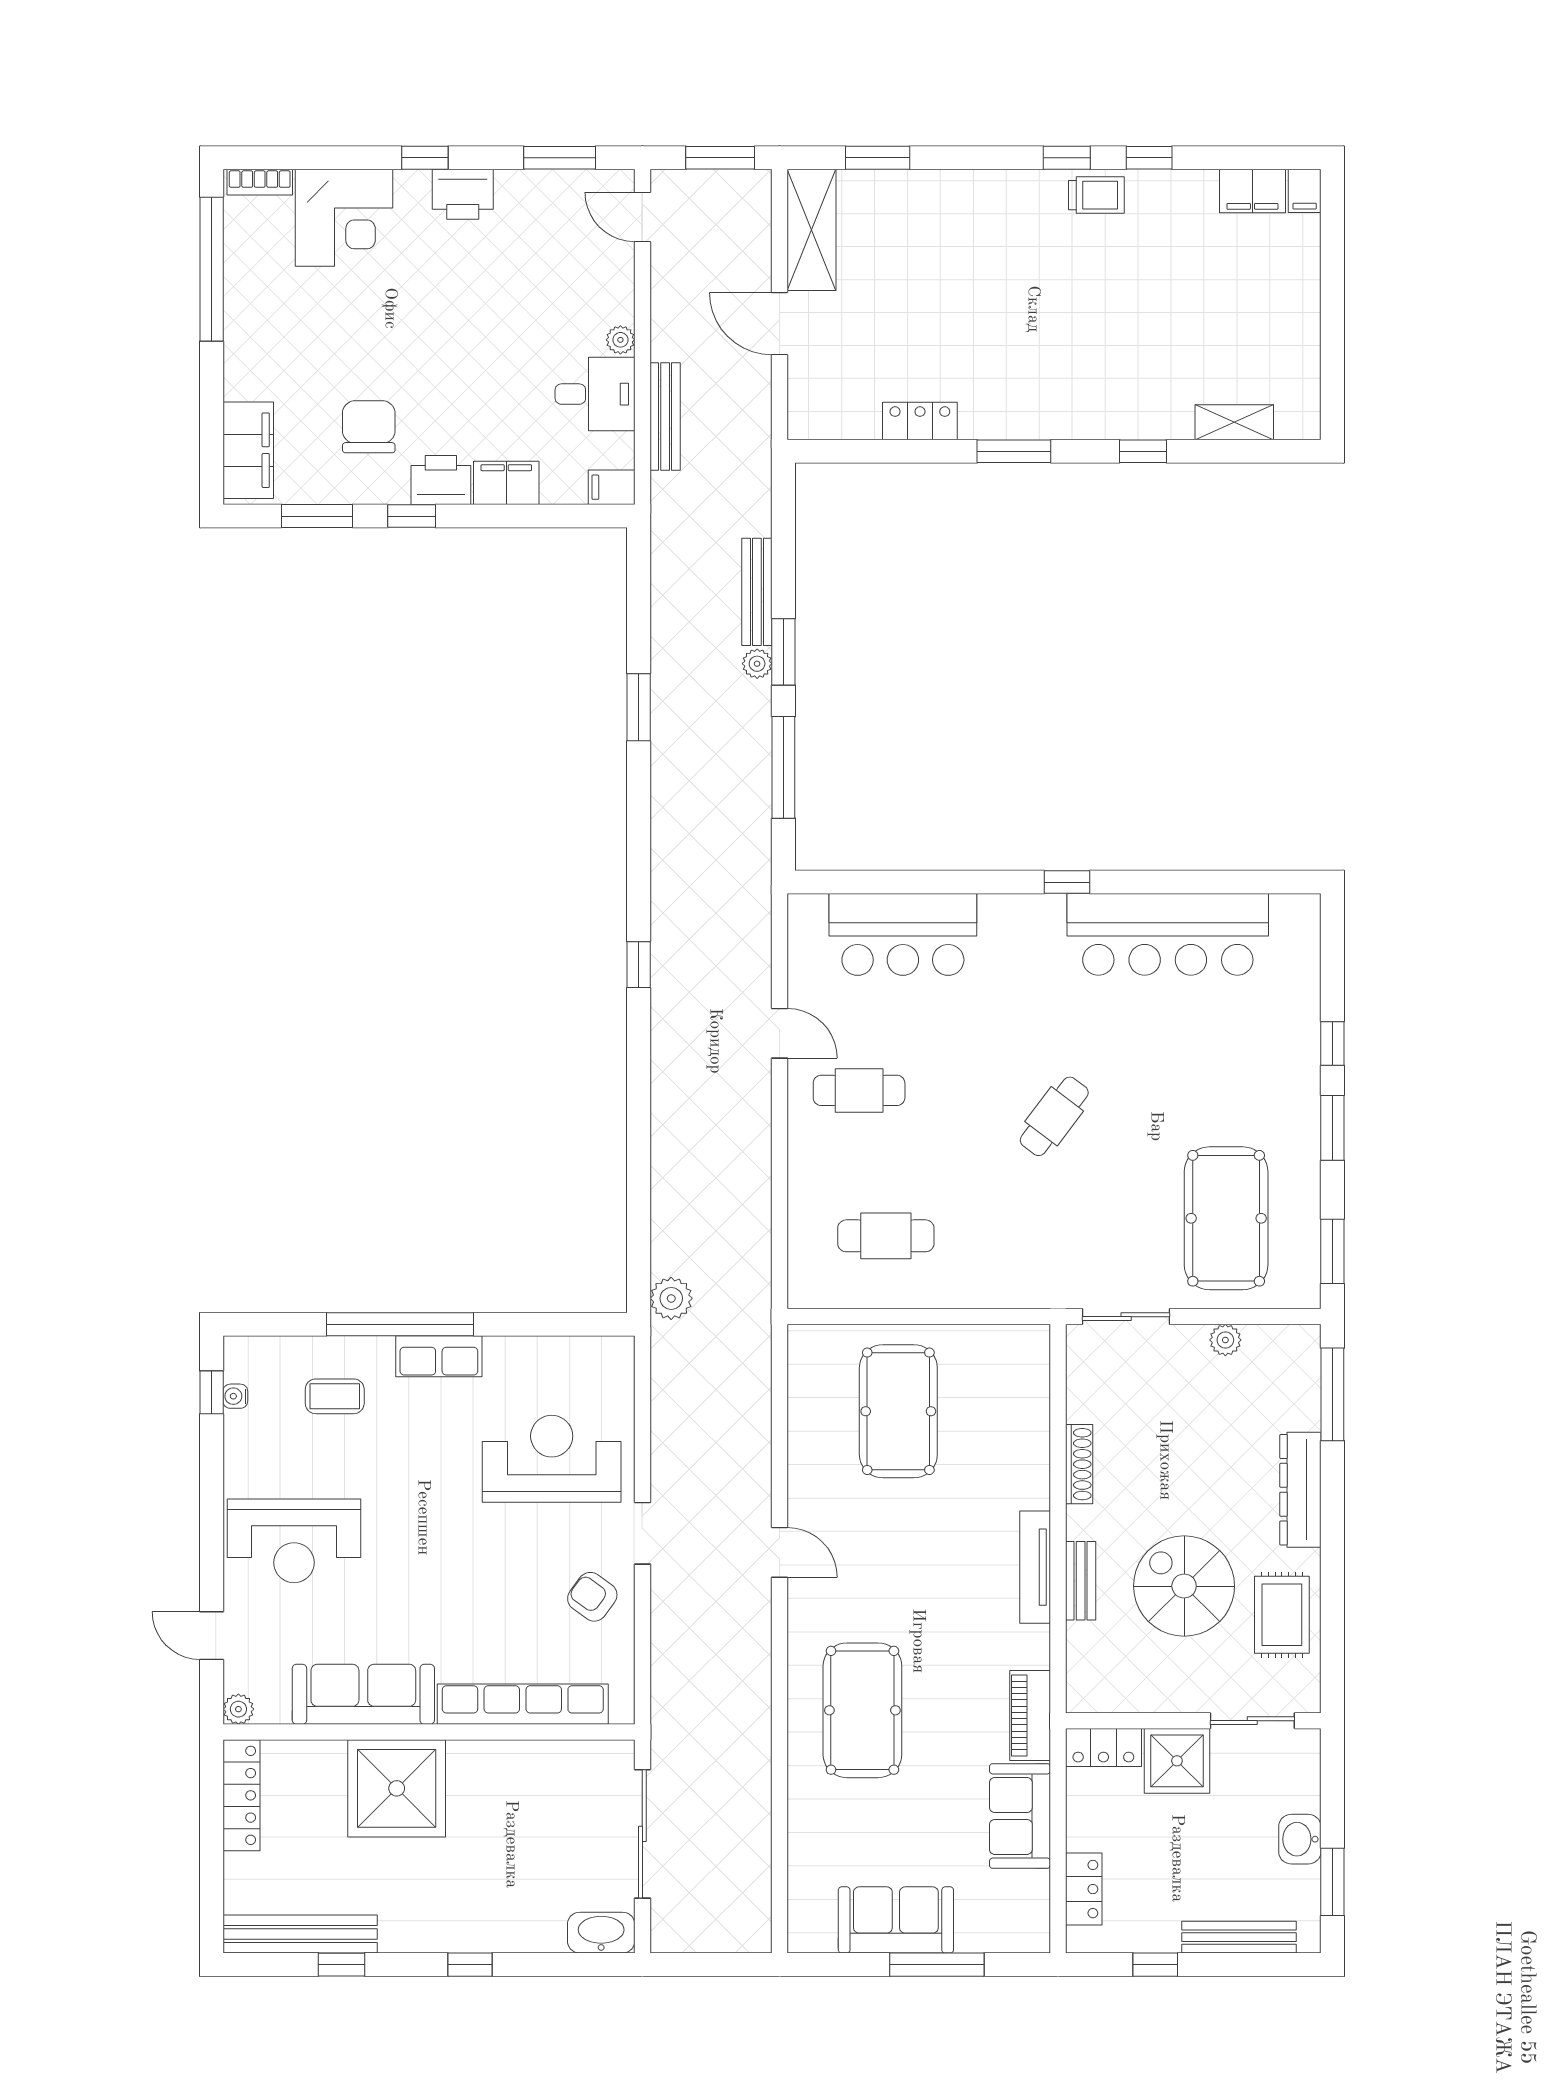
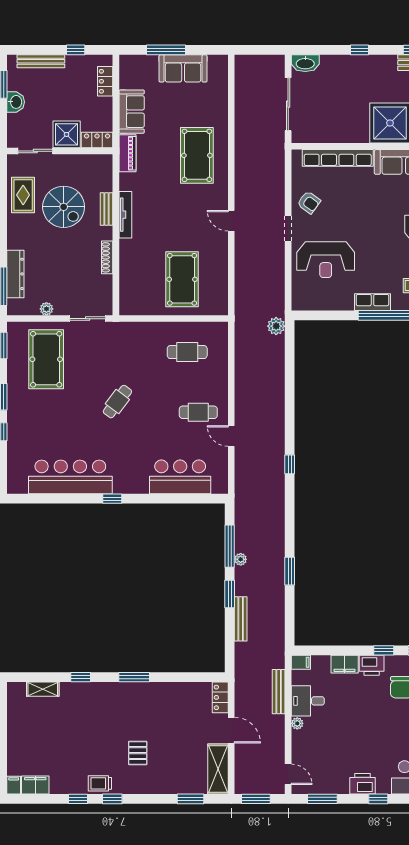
pallet: (1005, 268) -> (138, 753), added
locker: (920, 421) -> (220, 697), moved, turned 90
plant: (757, 664) -> (241, 559), moved
dresser: (1300, 1490) -> (15, 274), moved

